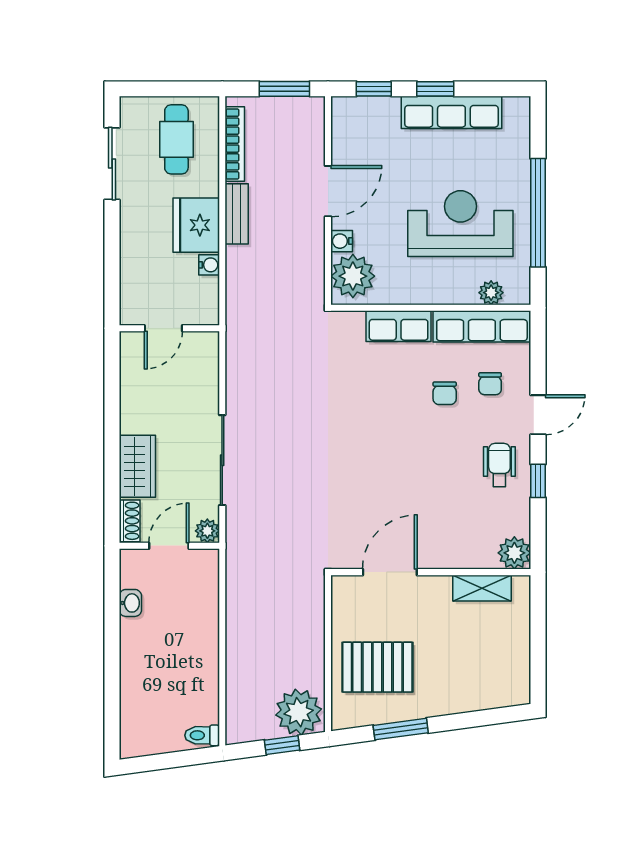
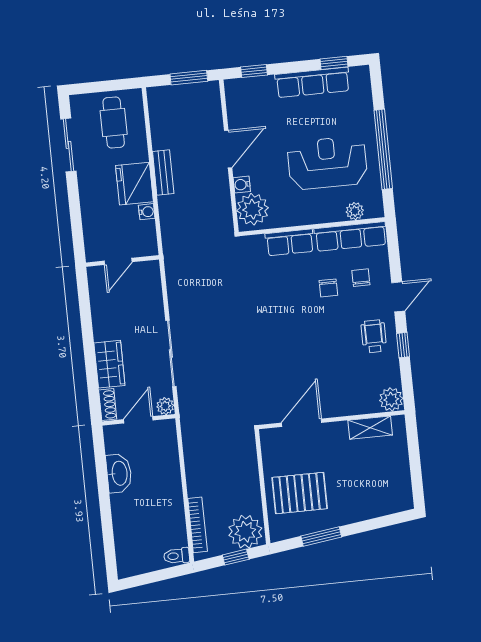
window: (435, 89) -> (334, 63), moved
bookcase: (235, 144) -> (198, 525), moved
chair: (490, 384) -> (361, 278), turned 180
washbasin: (130, 603) -> (119, 473), width x1.91, depth x1.45

